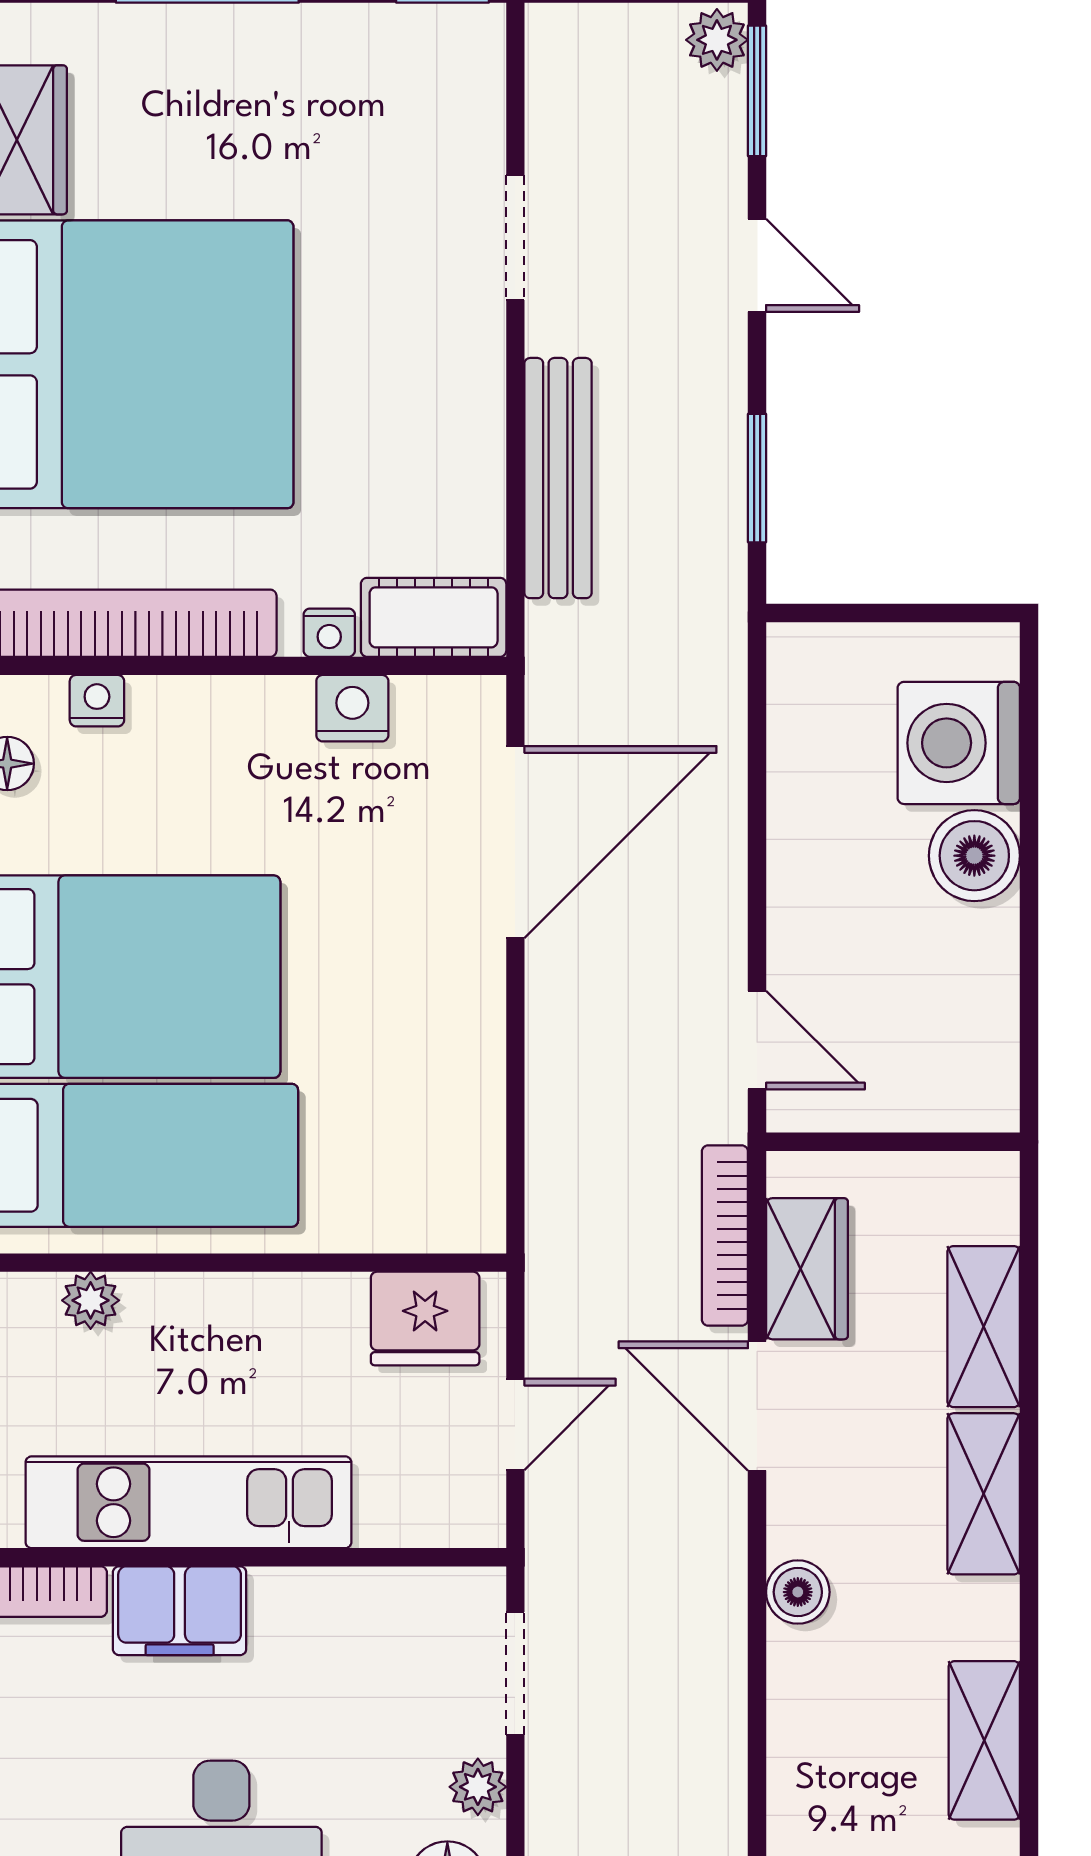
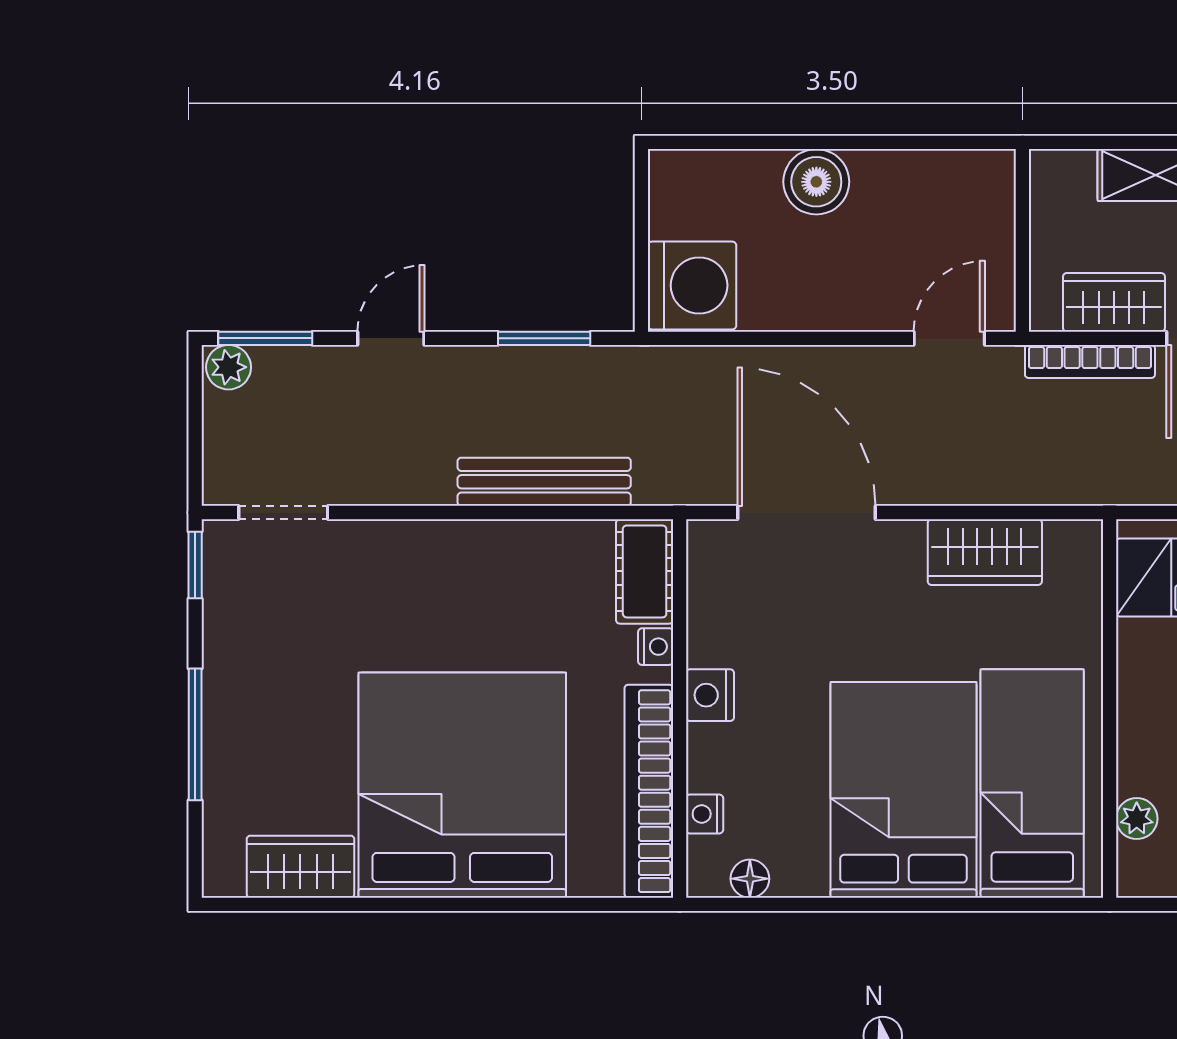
doorway: (515, 238) -> (283, 513), moved
nightstand: (352, 708) -> (710, 695), moved
washing machine: (959, 743) -> (692, 285), moved, turned -90
wardrobe: (460, 1090) -> (985, 552), added

